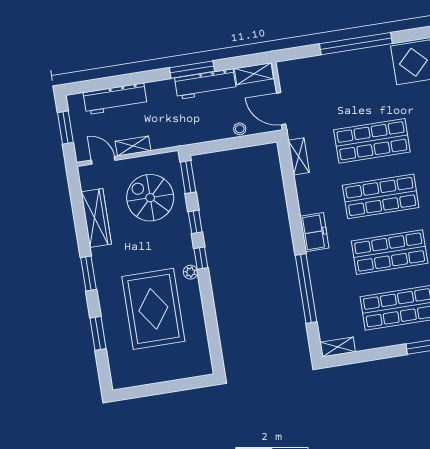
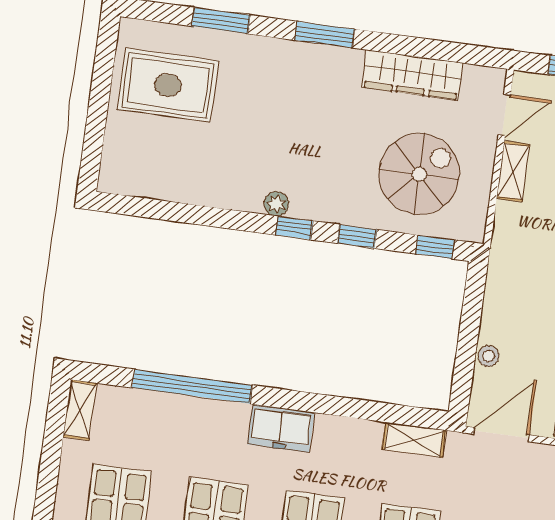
window: (188, 177) -> (435, 247), width x0.67
rug: (153, 309) -> (168, 85), moved, width x0.73, depth x0.69

